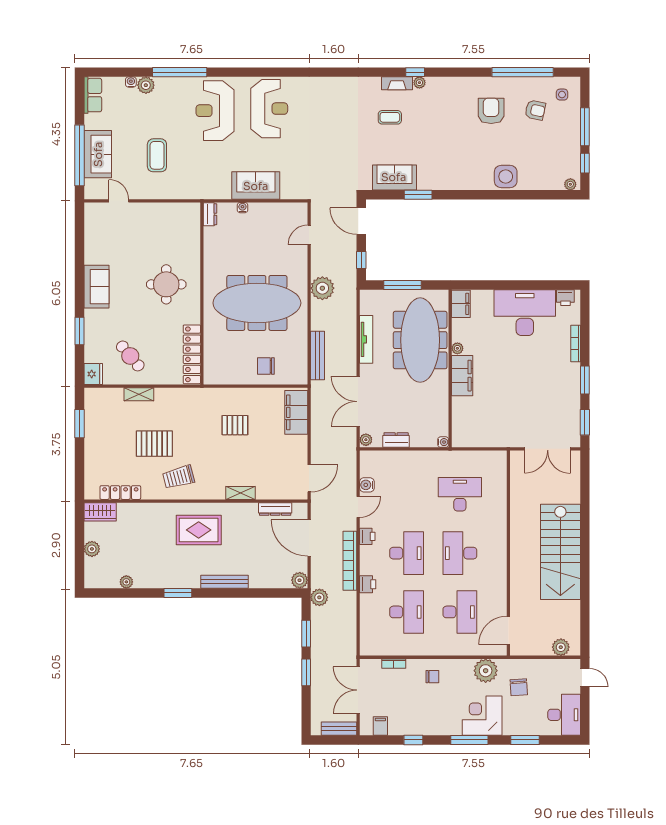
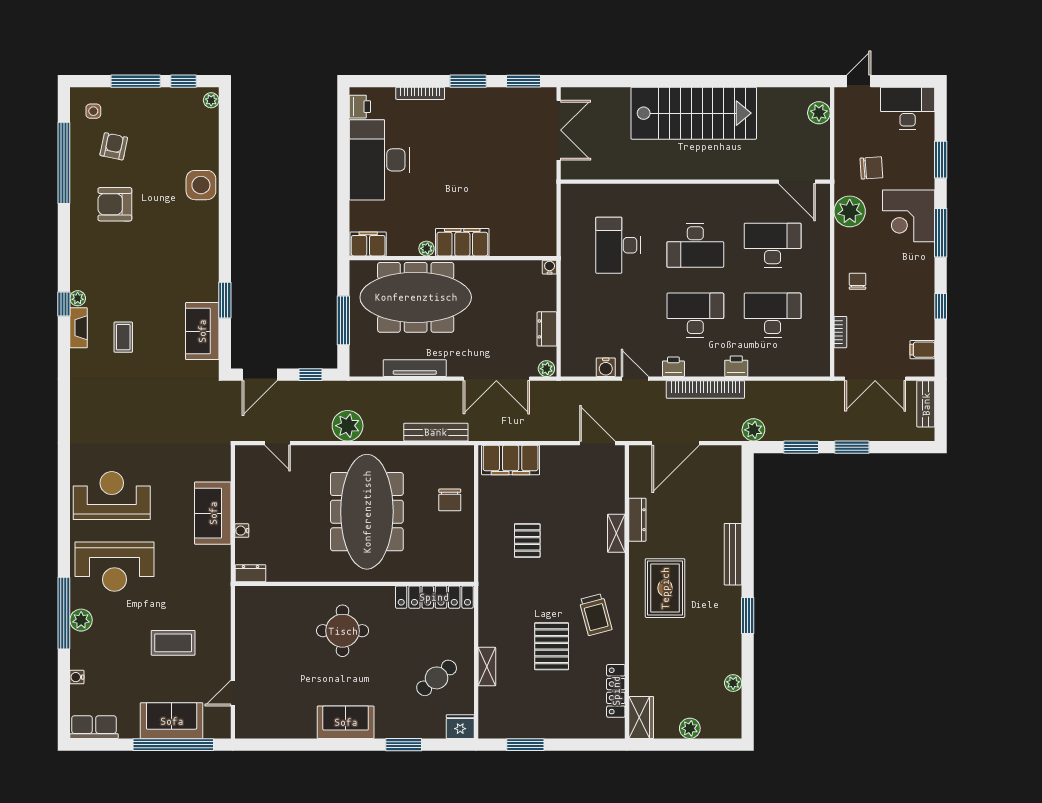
plant: (146, 85) -> (81, 620), moved
dresser: (275, 509) -> (637, 520), moved
plant: (300, 580) -> (731, 456), removed

